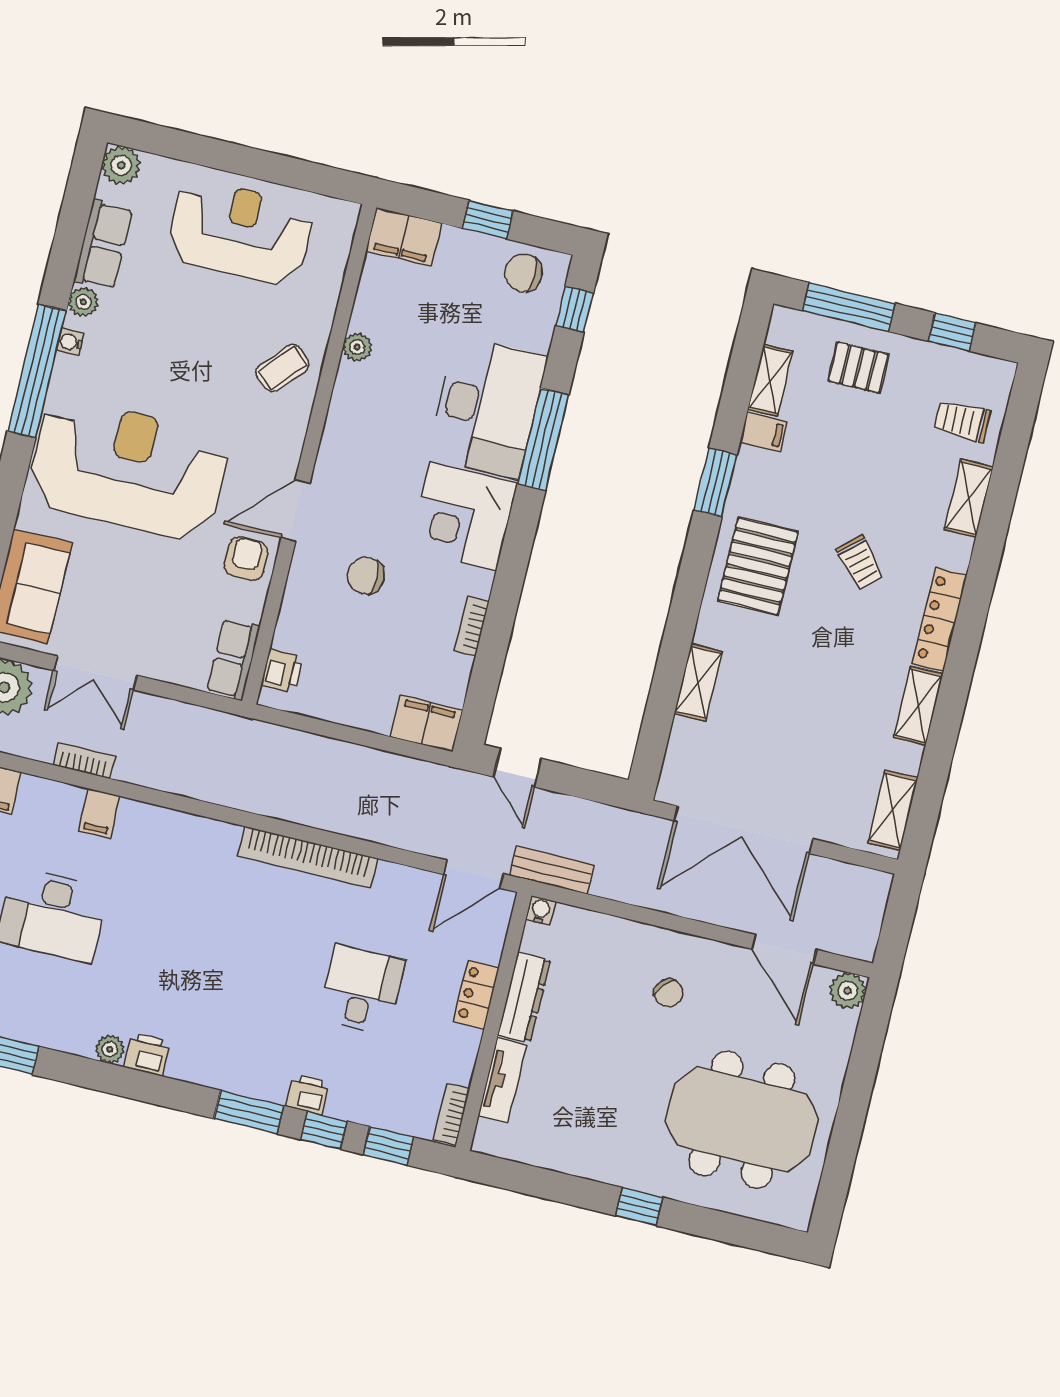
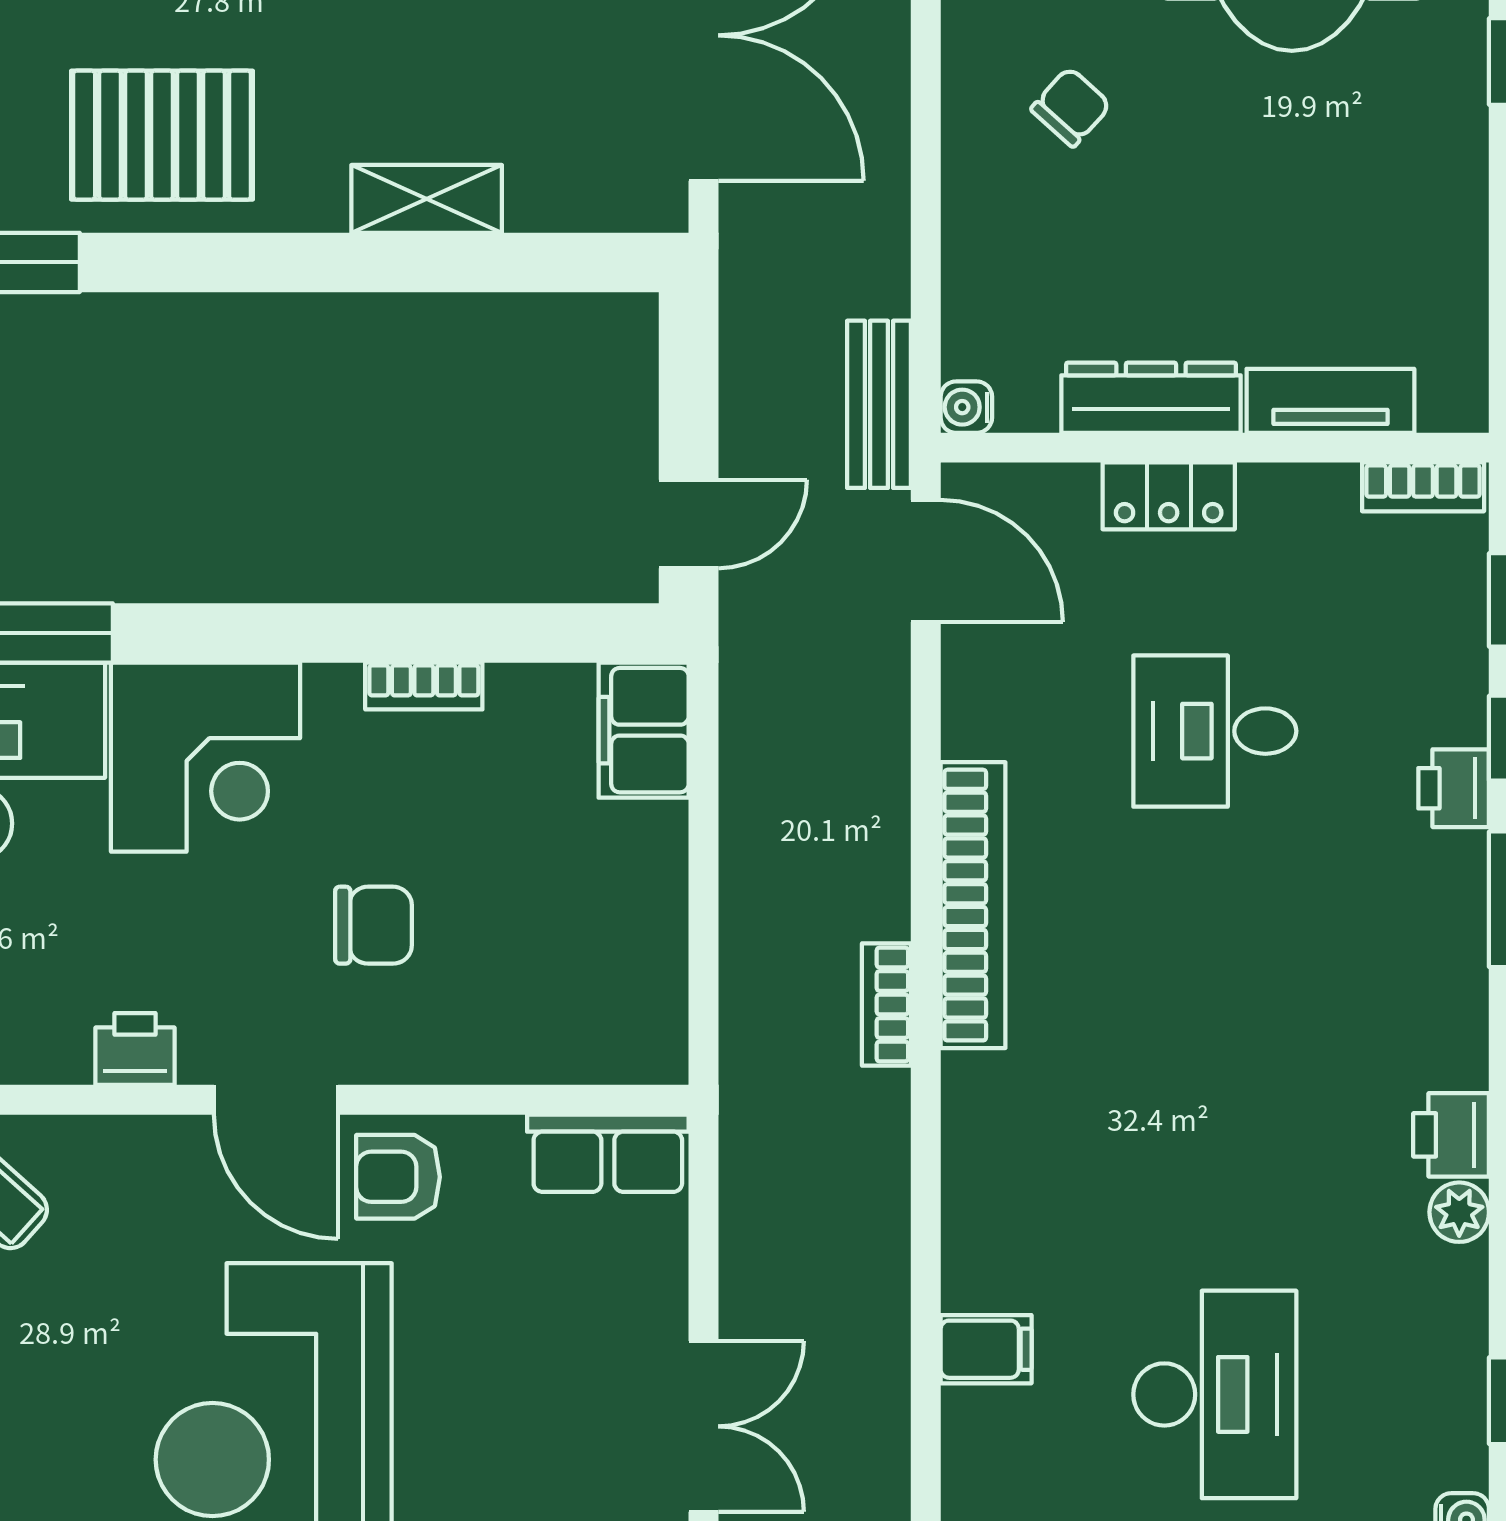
chair: (366, 576) -> (373, 925), turned -90
printer: (282, 671) -> (135, 1049), moved
bookcase: (84, 760) -> (886, 1004), moved

